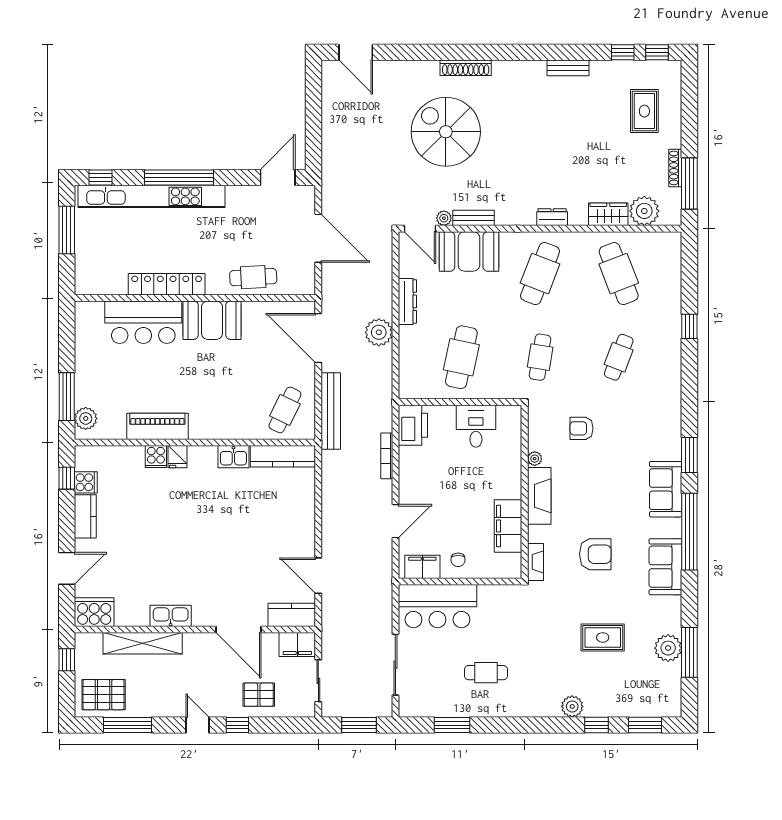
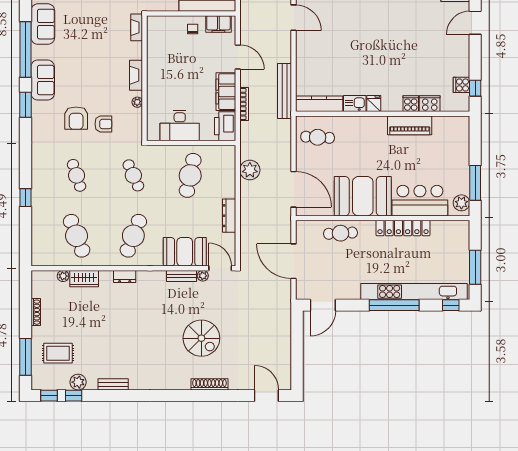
shoe rack: (466, 68) -> (209, 384), moved
plant: (617, 71) -> (78, 382), added
rug: (644, 111) -> (58, 353), turned 90
spiral stairs: (446, 132) -> (201, 338), width x0.73, depth x0.73
window: (689, 184) -> (25, 357), moved
plant: (644, 211) -> (63, 276), width x0.53, depth x0.53
booth: (212, 320) -> (363, 196), width x1.36, depth x1.42
plant: (379, 332) -> (250, 170), moved
cafe table: (540, 357) -> (133, 175), turned -33
cafe table: (619, 357) -> (77, 175), turned -39
window: (67, 397) -> (475, 183), moved
cafe table: (285, 410) -> (318, 137), turned 67
bench: (331, 411) -> (285, 91), moved
plant: (86, 418) -> (461, 203), moved
desk: (476, 426) -> (180, 126), width x1.37
cooker: (130, 456) -> (430, 104), added
fridge: (177, 457) -> (374, 104), moved
fireplace: (539, 496) -> (136, 75), width x0.73, depth x0.76
kitchen counter: (85, 516) -> (462, 60), removed
door: (395, 521) -> (238, 57), swing flipped
filing cabinet: (508, 526) -> (226, 92), moved, turned 180
armchair: (595, 554) -> (76, 118), moved, turned -90

